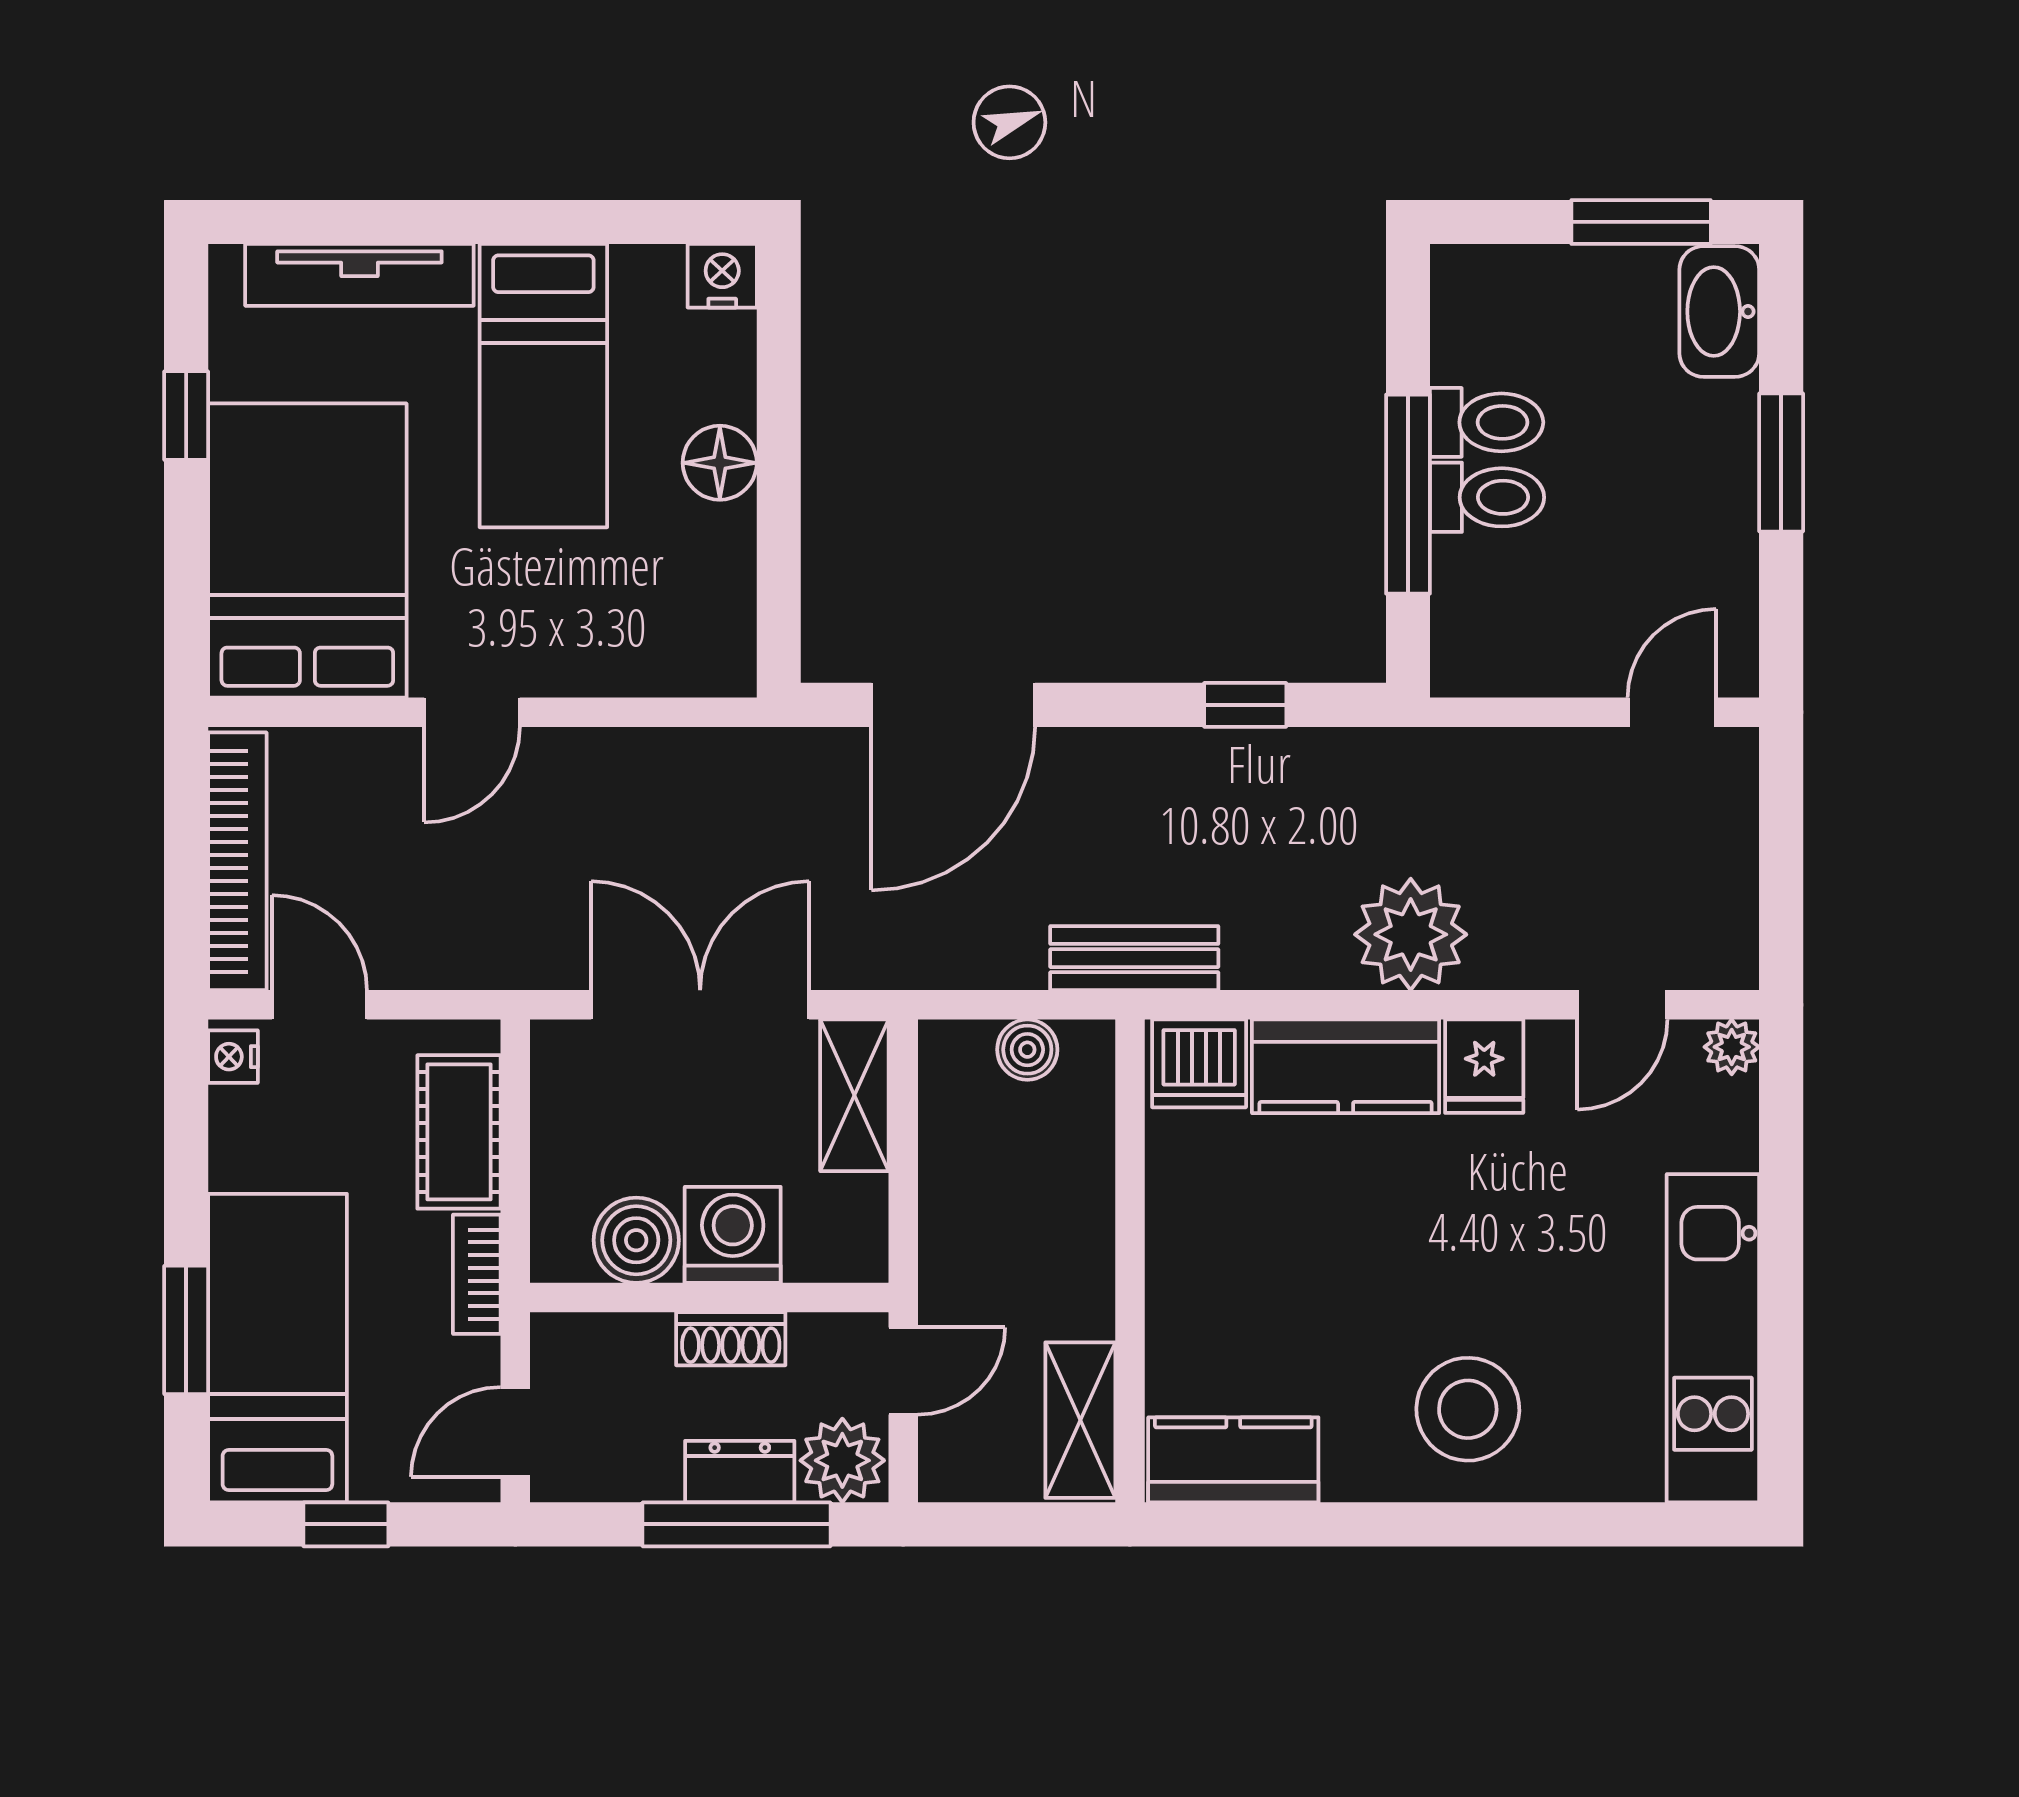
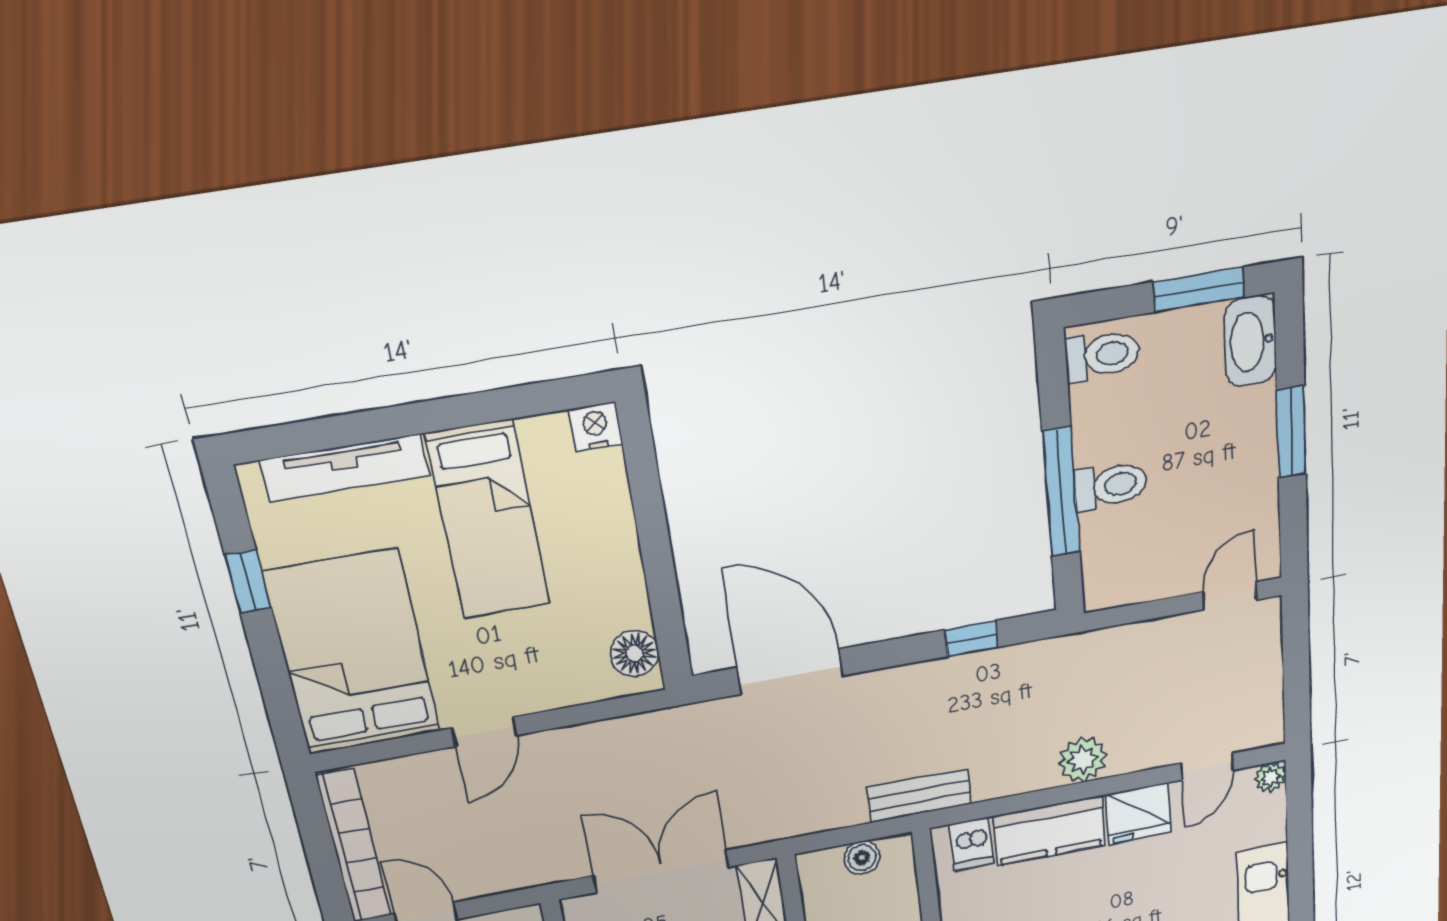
toilet: (1487, 422) -> (1102, 355), moved
floor lamp: (720, 463) -> (635, 653), moved
door: (953, 705) -> (790, 672), swing flipped
plant: (1411, 934) -> (1083, 760), width x0.73, depth x0.73
dishwasher: (1199, 1063) -> (972, 844), width x0.73
fridge: (1484, 1066) -> (1138, 813), width x1.38

